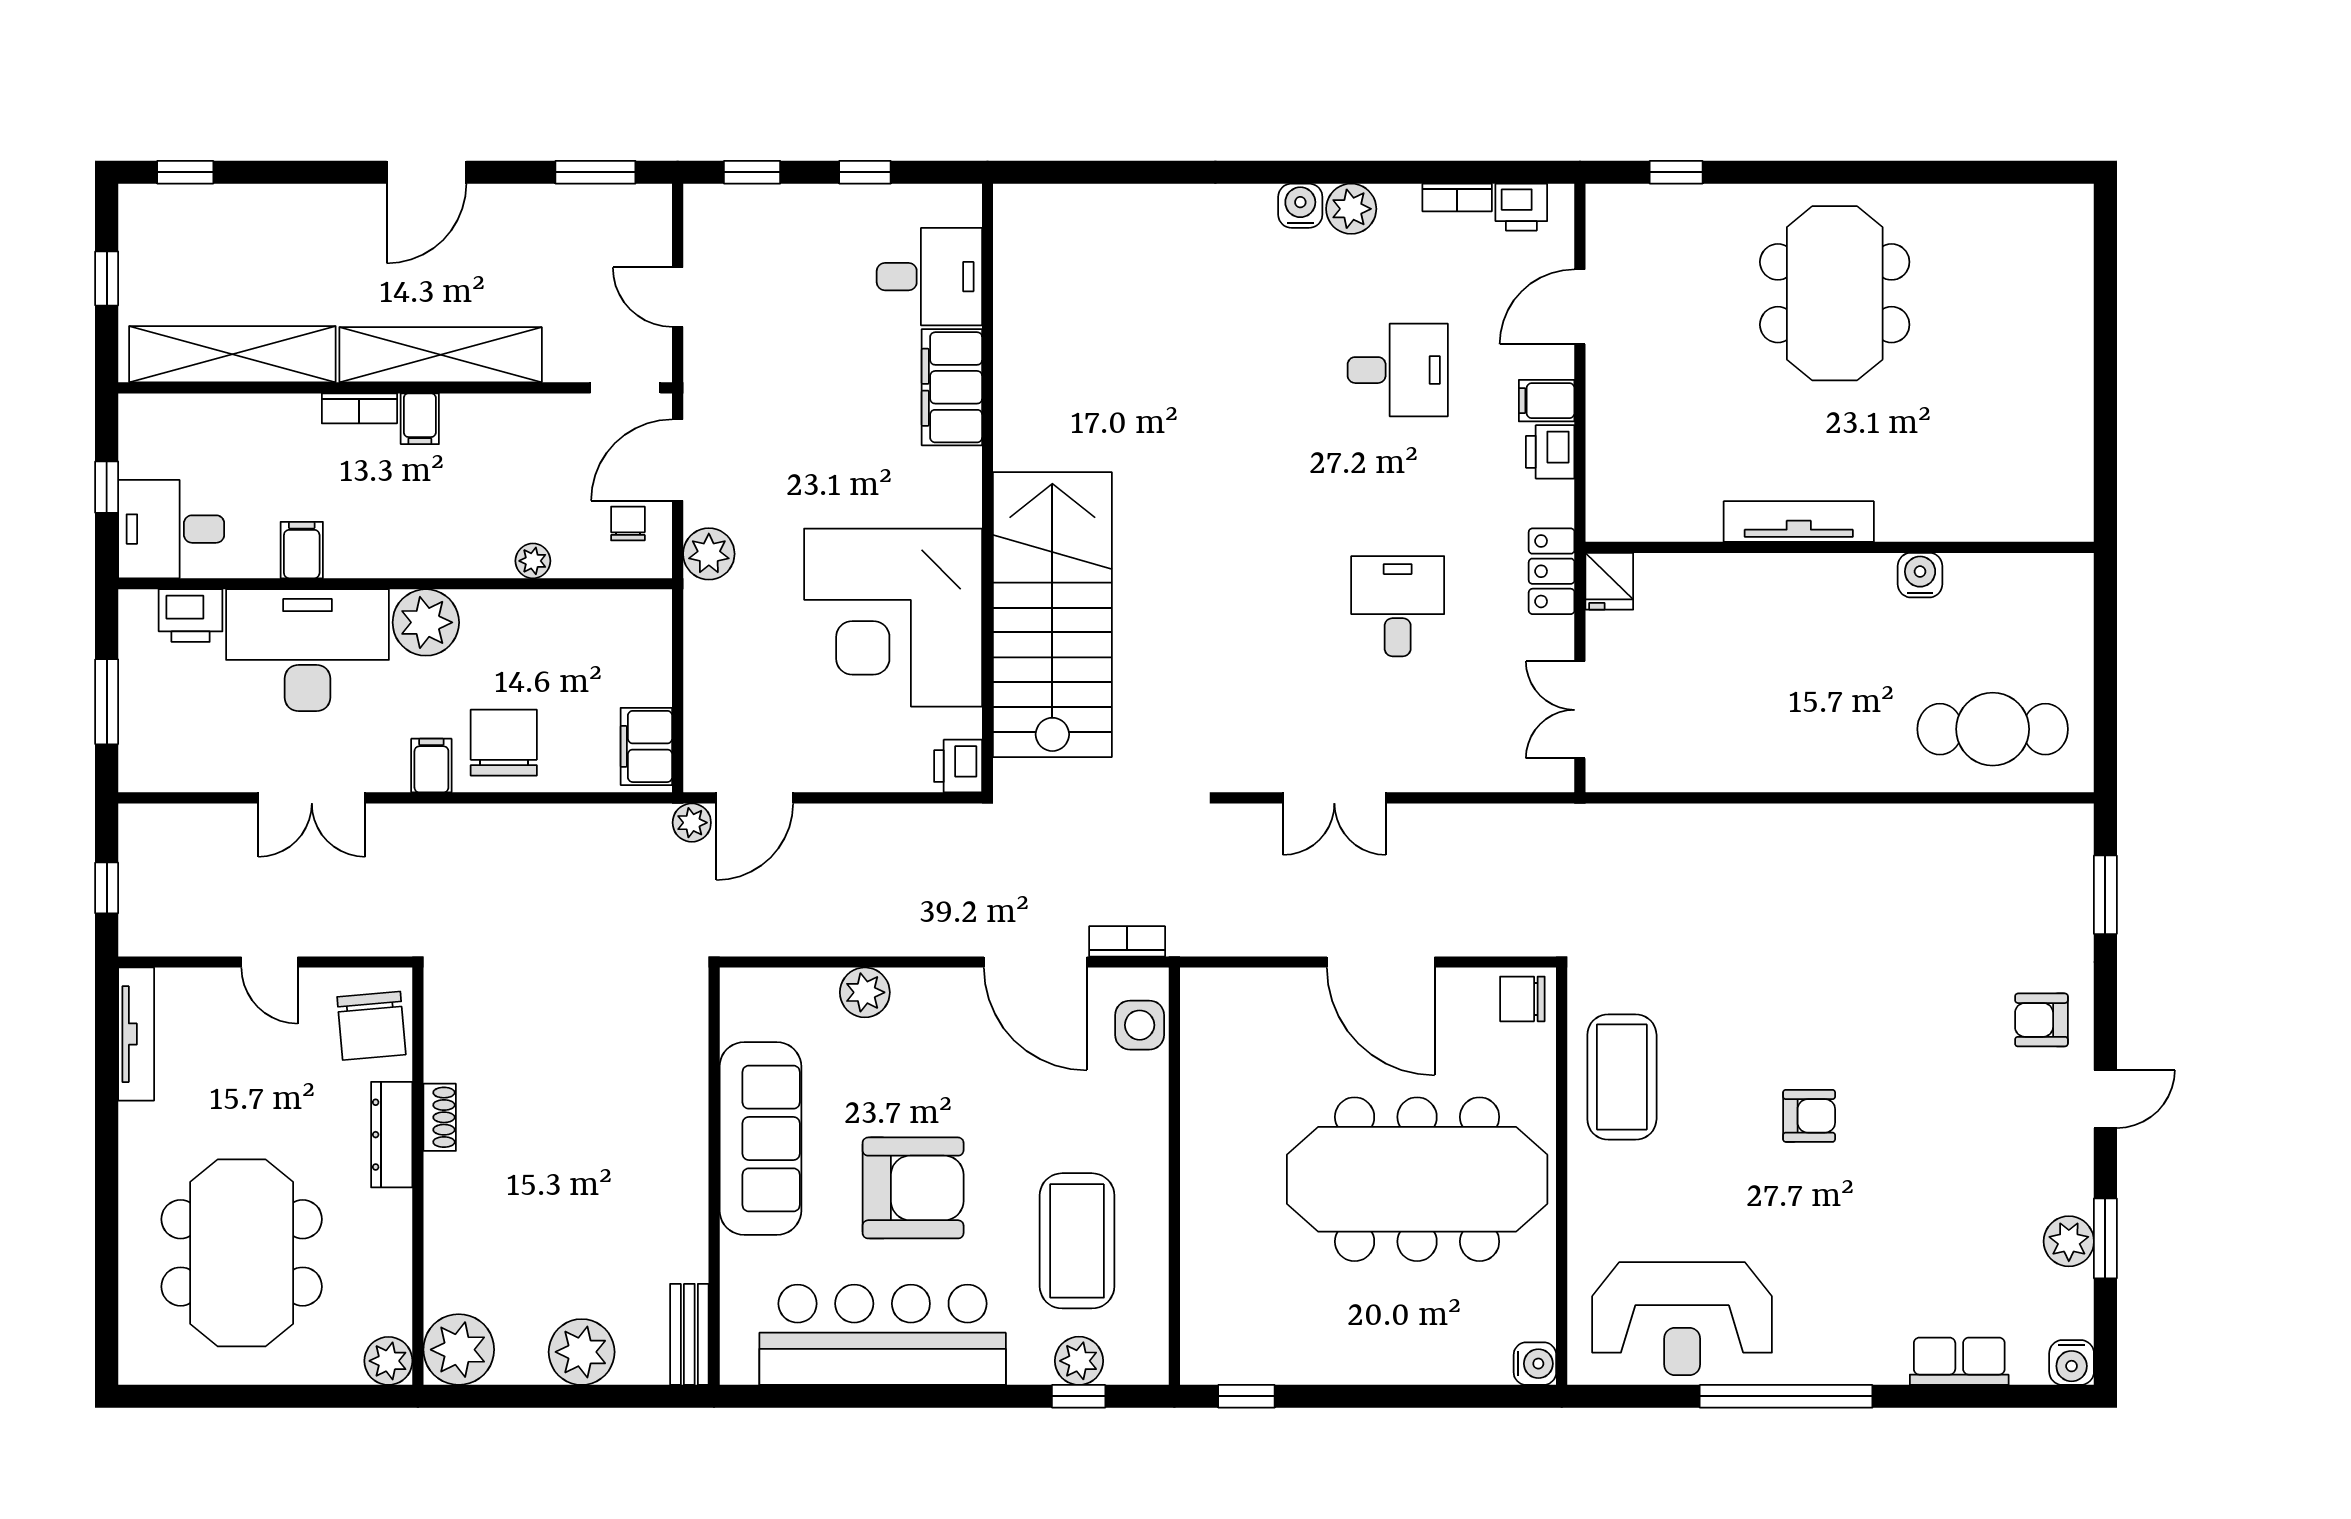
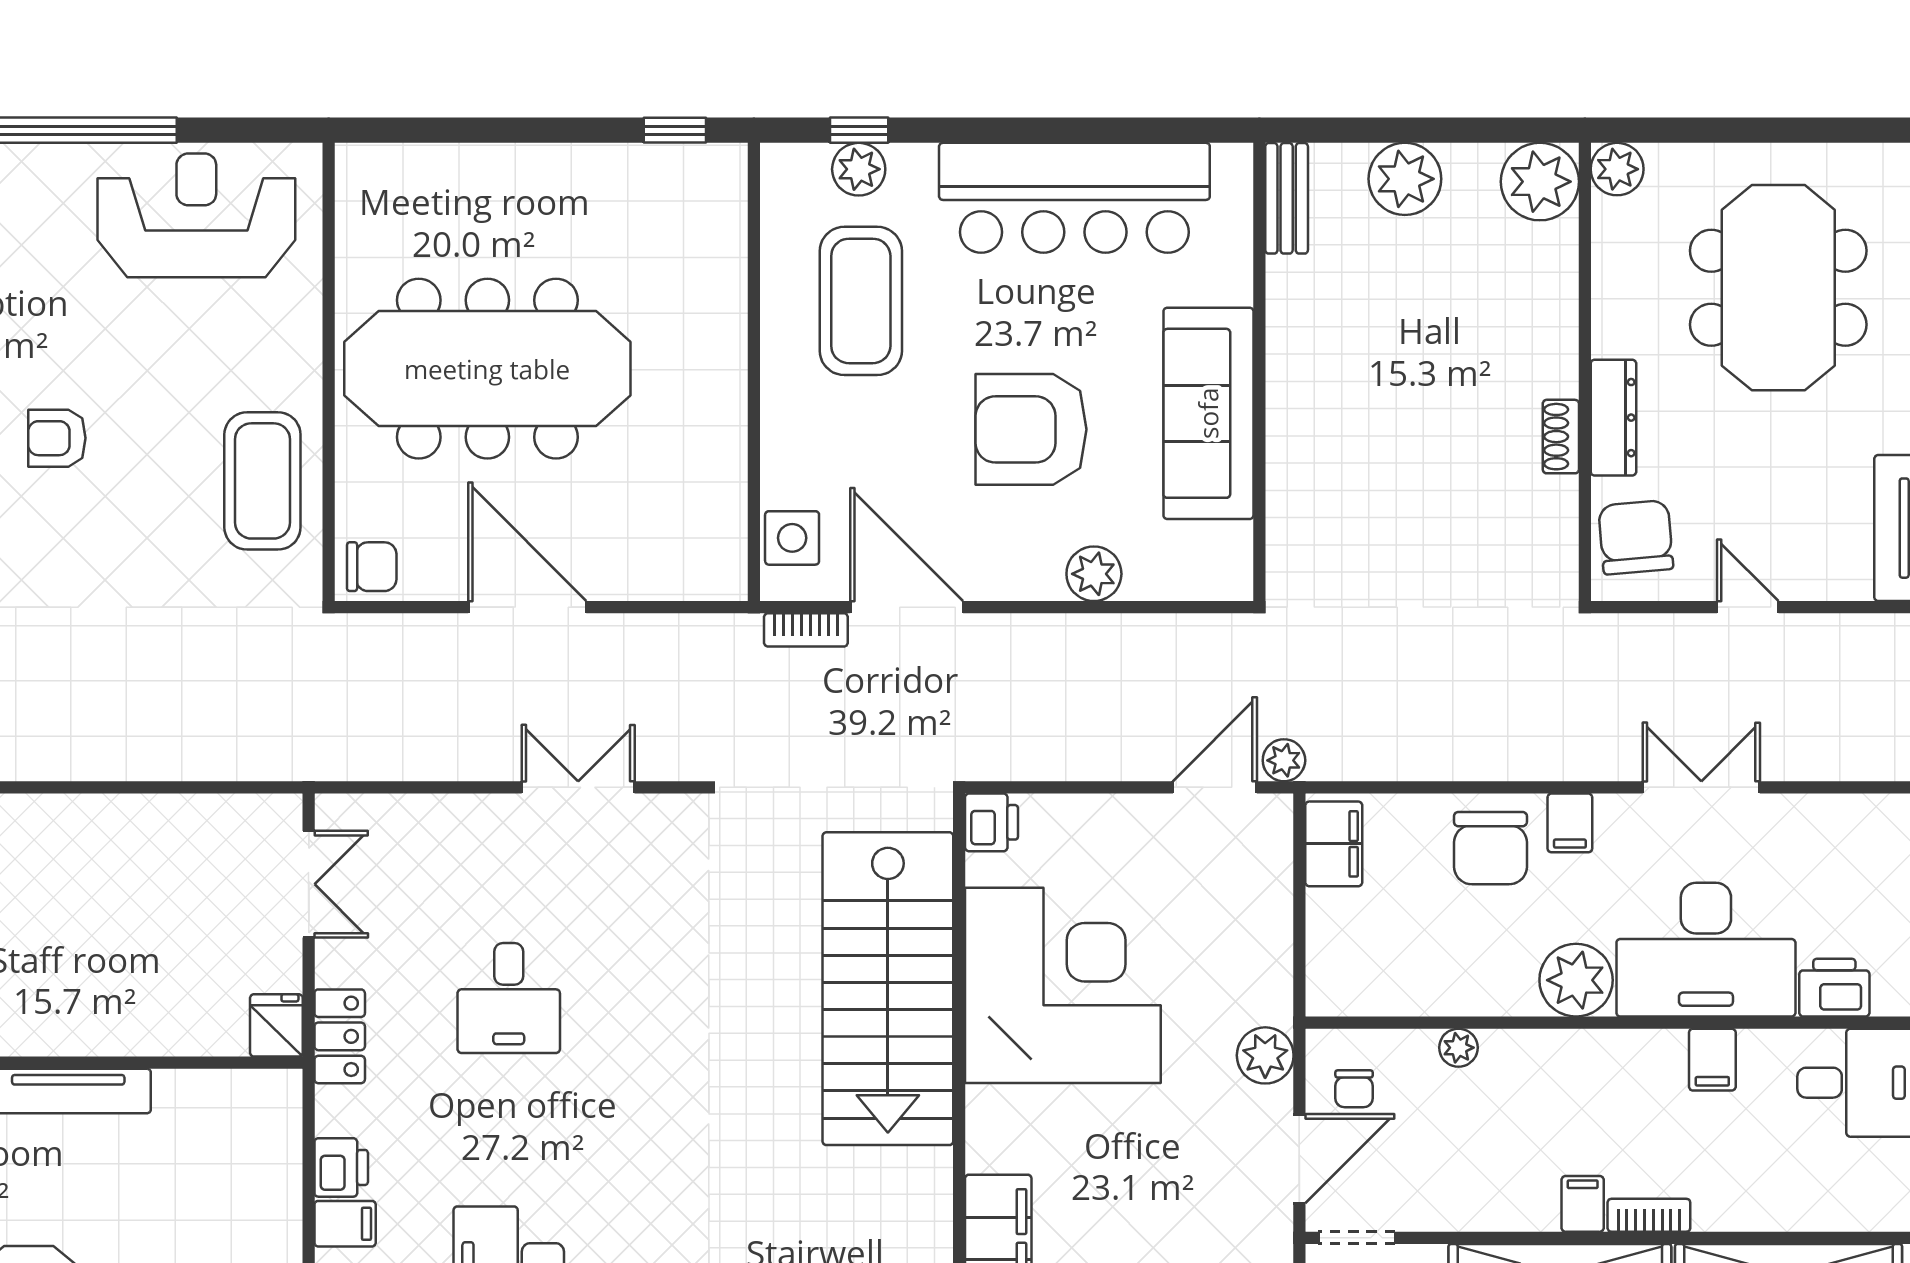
armchair: (913, 1188) -> (1031, 429), moved
water cooler: (1535, 1364) -> (358, 166), removed

